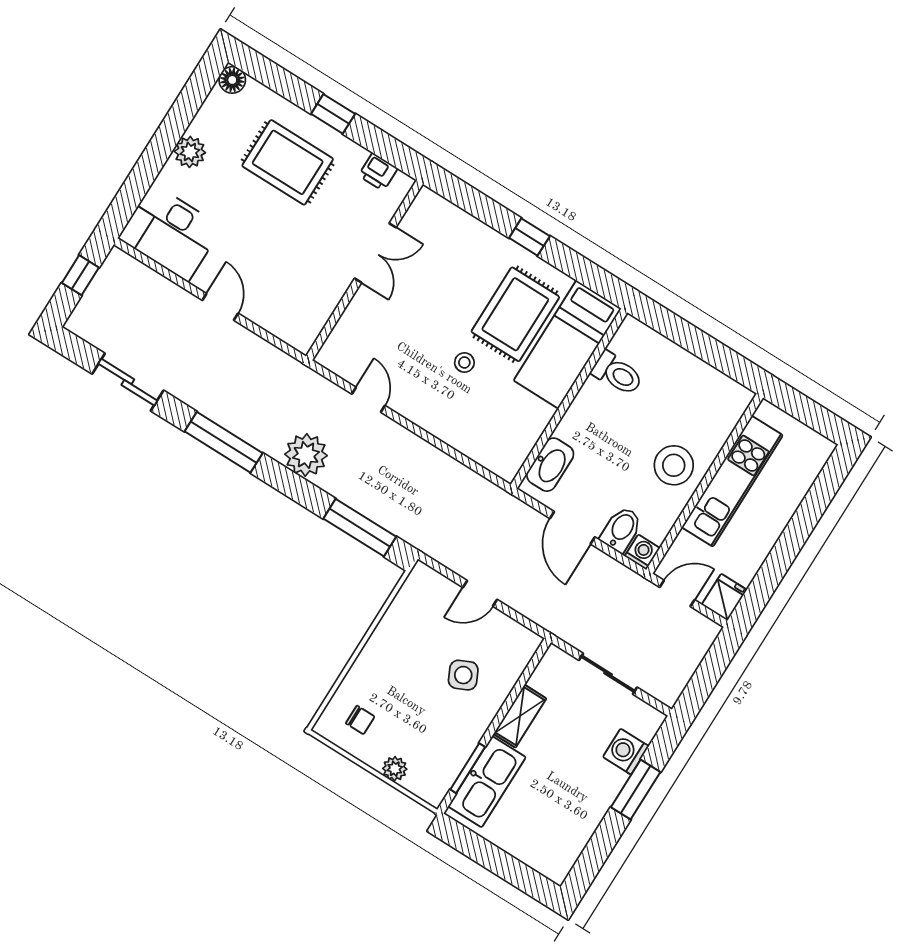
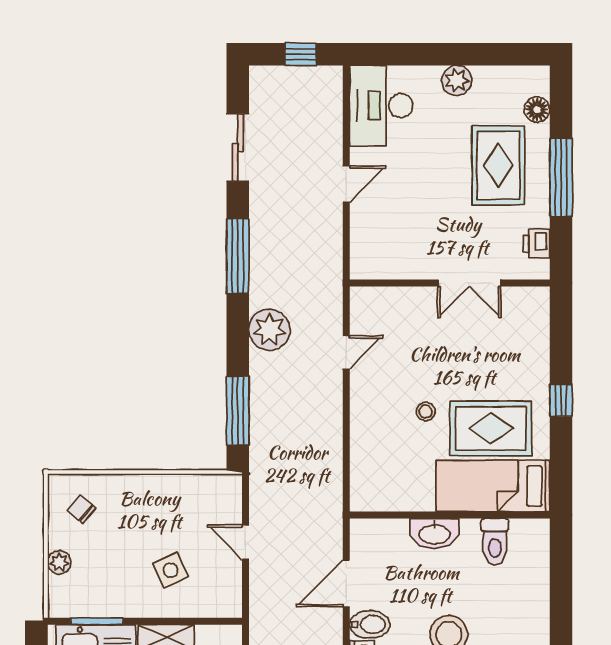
floor lamp: (232, 80) -> (537, 110), moved
window: (333, 114) -> (561, 178), width x2.17
washbasin: (550, 465) -> (435, 533), moved
chair: (360, 720) -> (81, 509), turned 131

